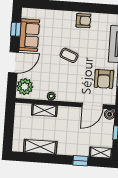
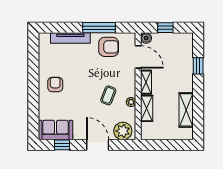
armchair: (83, 21) -> (55, 84), moved
sofa: (29, 35) -> (56, 130), moved
coffee table: (69, 55) -> (108, 95), moved
shelving: (101, 153) -> (146, 82), moved

